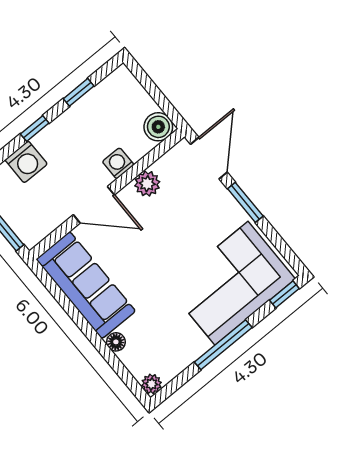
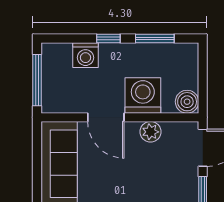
window: (79, 92) -> (155, 39), width x1.50
washing machine: (118, 163) -> (143, 96), width x1.89, depth x1.89

